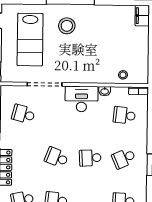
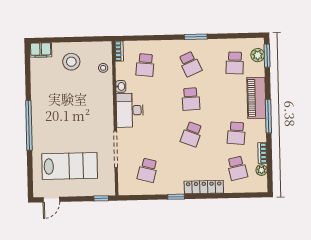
stool: (67, 26) -> (71, 62), moved

